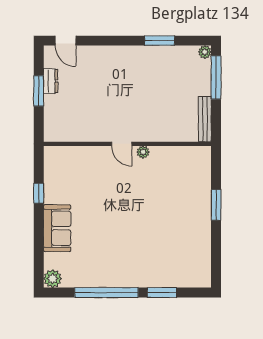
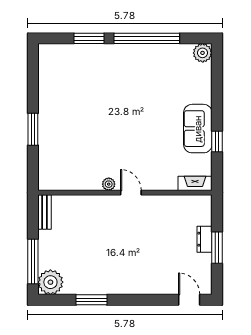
plant: (205, 52) -> (50, 282), width x1.87, depth x1.87
dresser: (51, 81) -> (205, 239), moved
bench: (205, 119) -> (45, 212), width x0.73
fireplace: (60, 153) -> (195, 183), added
sofa: (57, 228) -> (198, 129), moved

